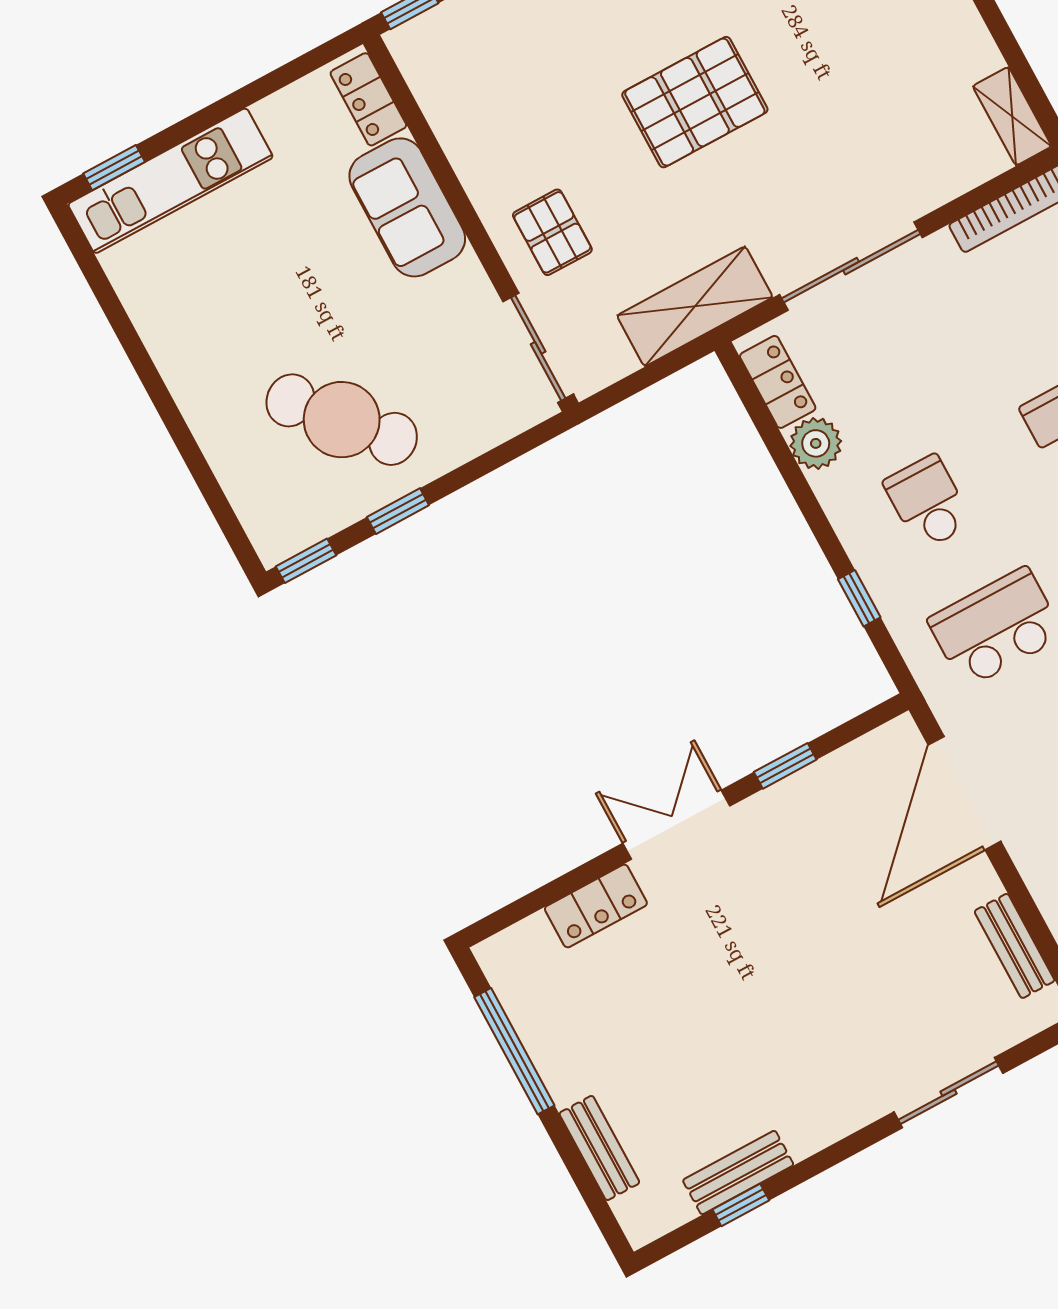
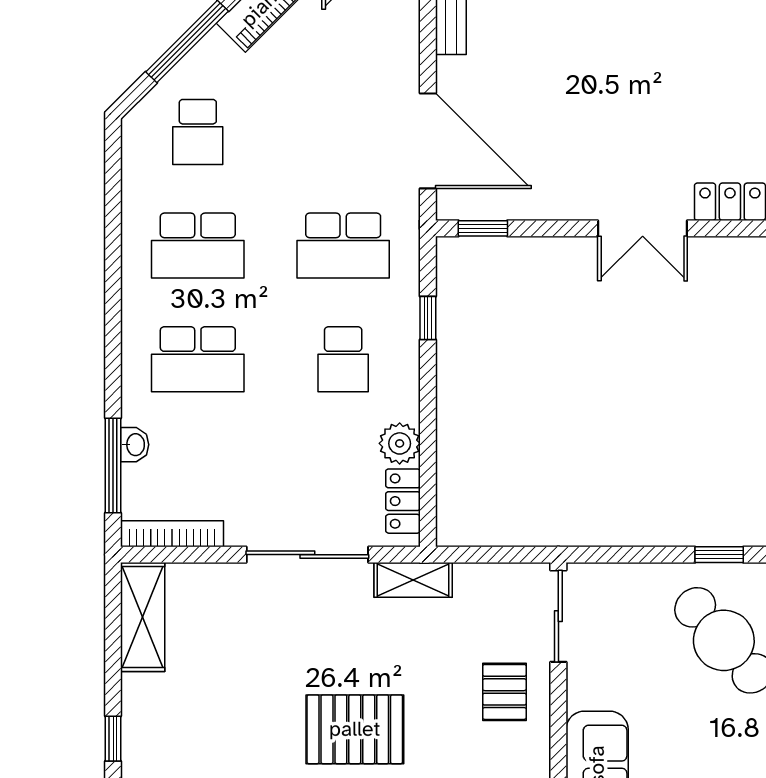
shelving: (1012, 116) -> (143, 617), width x1.50, depth x1.33
shelving: (695, 306) -> (413, 580), width x0.67, depth x0.75
window: (785, 766) -> (483, 228), moved
door: (965, 793) -> (428, 141), hinge flipped

